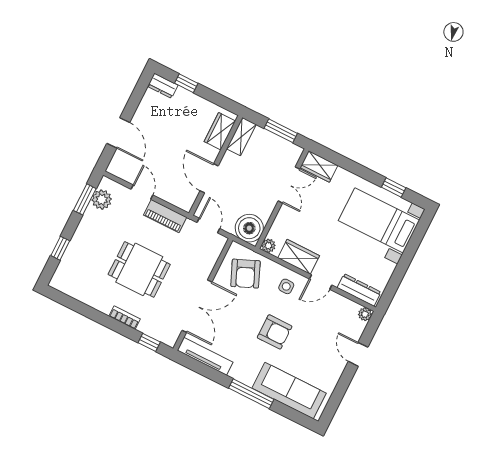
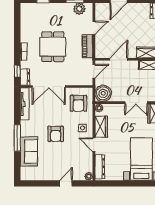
armchair: (245, 274) -> (78, 103), turned -67
dresser: (164, 335) -> (25, 77), added
sofa: (289, 391) -> (29, 151), width x0.73

